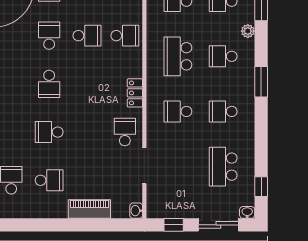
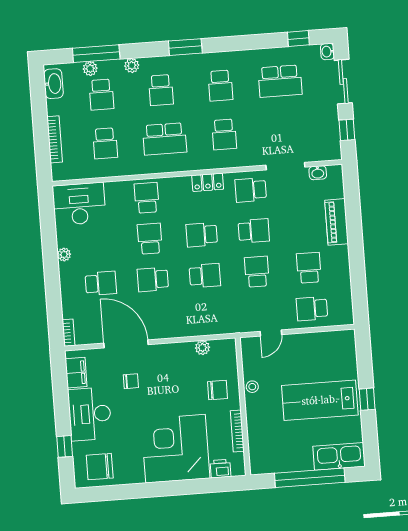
school desk: (87, 84) -> (202, 235), added
school desk: (49, 132) -> (257, 272), turned 180
school desk: (87, 132) -> (254, 231), added
washbasin: (136, 211) -> (318, 173), moved

